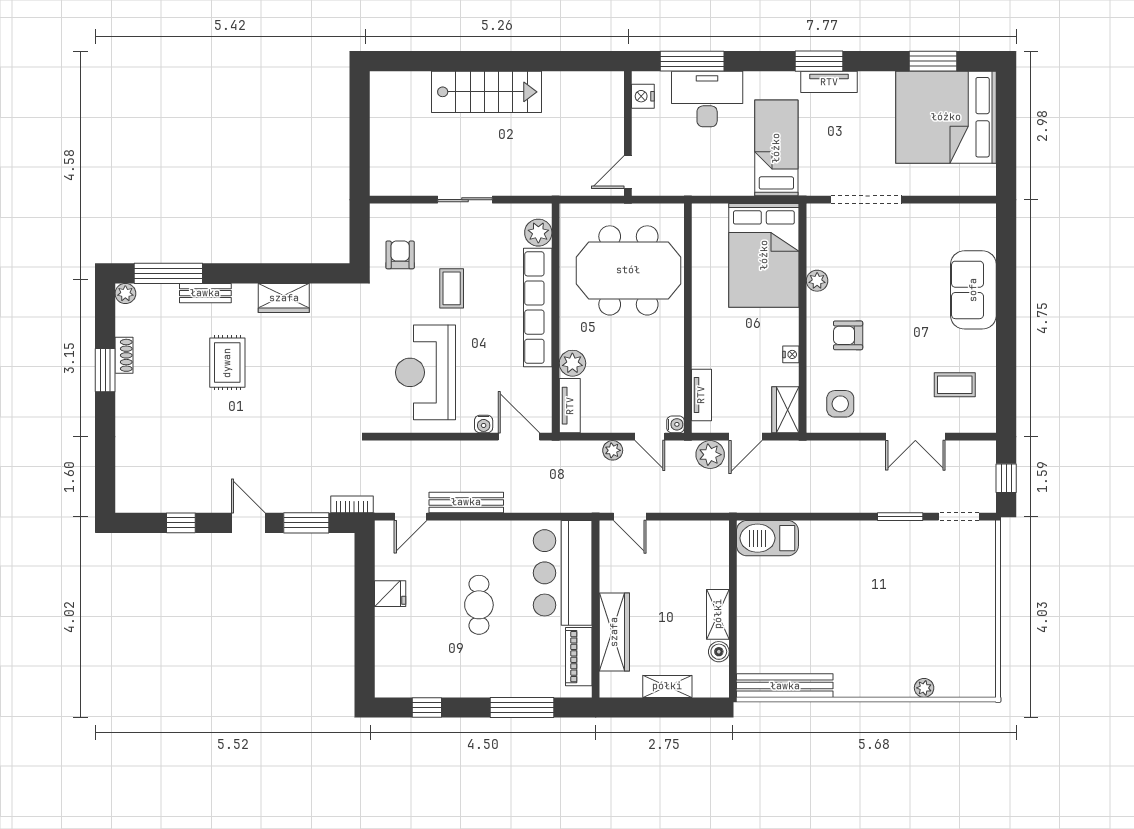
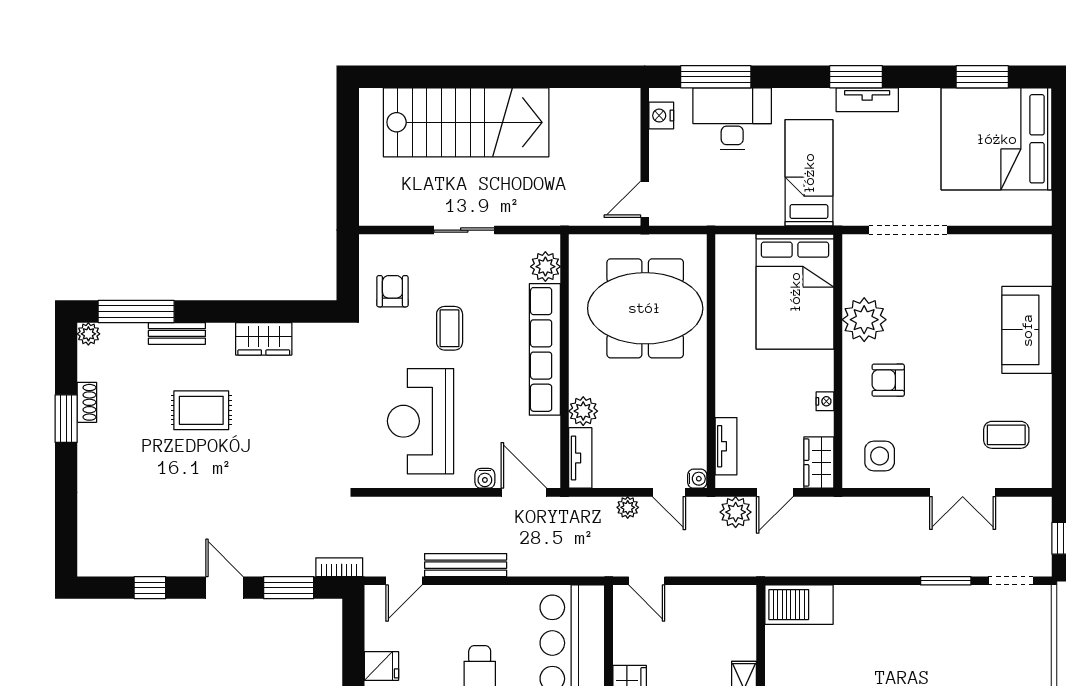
stairs: (487, 92) -> (466, 122), width x1.36, depth x1.51
plant: (817, 281) -> (864, 320), width x1.87, depth x1.87
rug: (227, 363) -> (201, 410), turned 90

